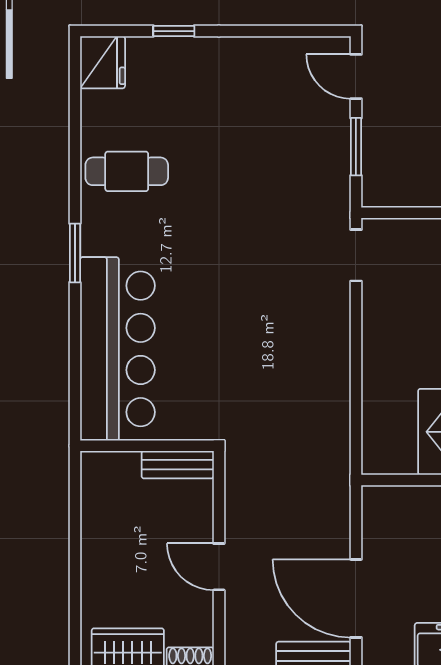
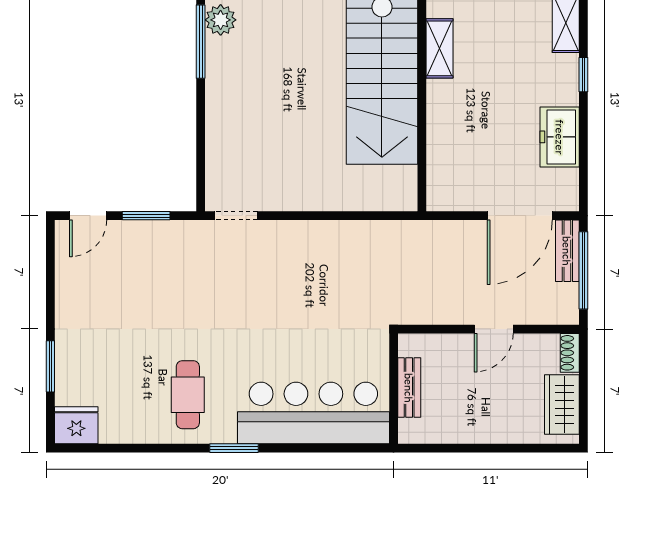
window: (174, 31) -> (50, 366), width x1.50
cafe table: (127, 171) -> (188, 395), moved
bench: (178, 465) -> (409, 388), moved

